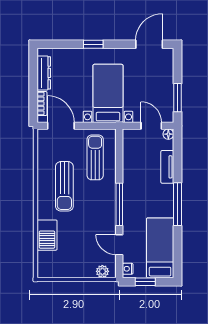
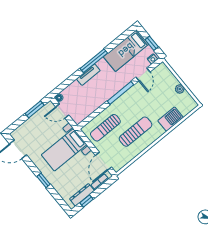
window: (33, 72) -> (86, 201), added
door: (151, 126) -> (62, 111), hinge flipped
tv unit: (167, 167) -> (88, 75), moved
plant: (102, 271) -> (180, 89), moved

